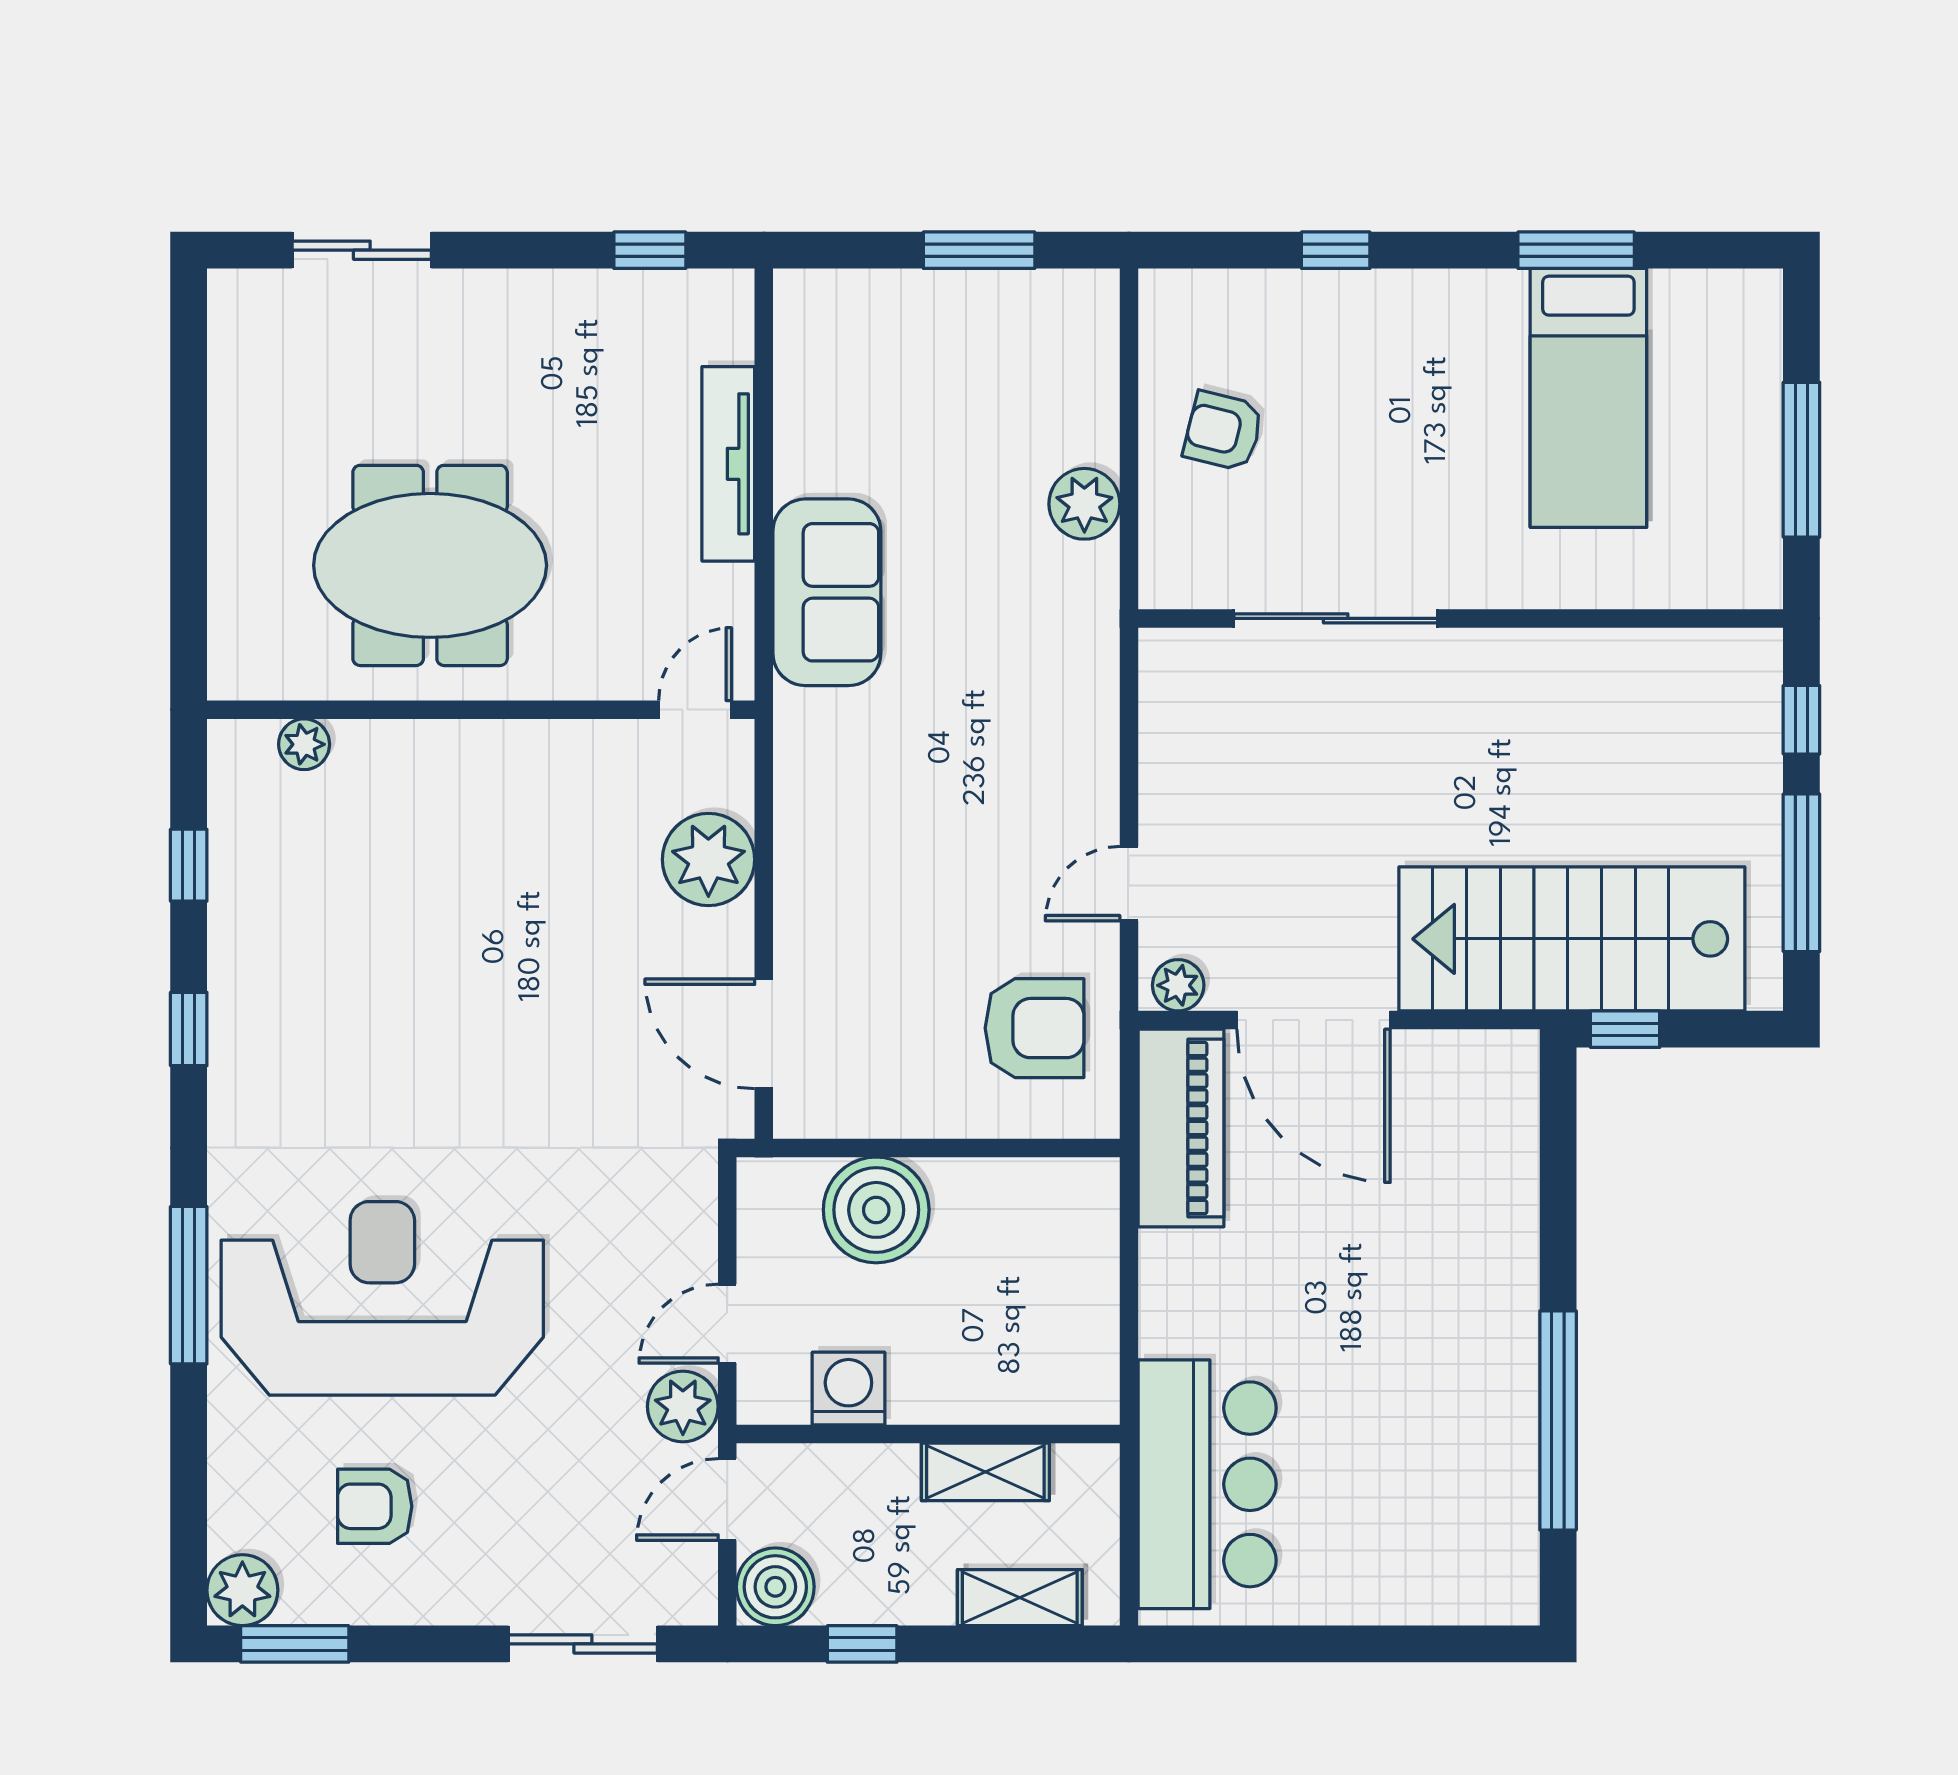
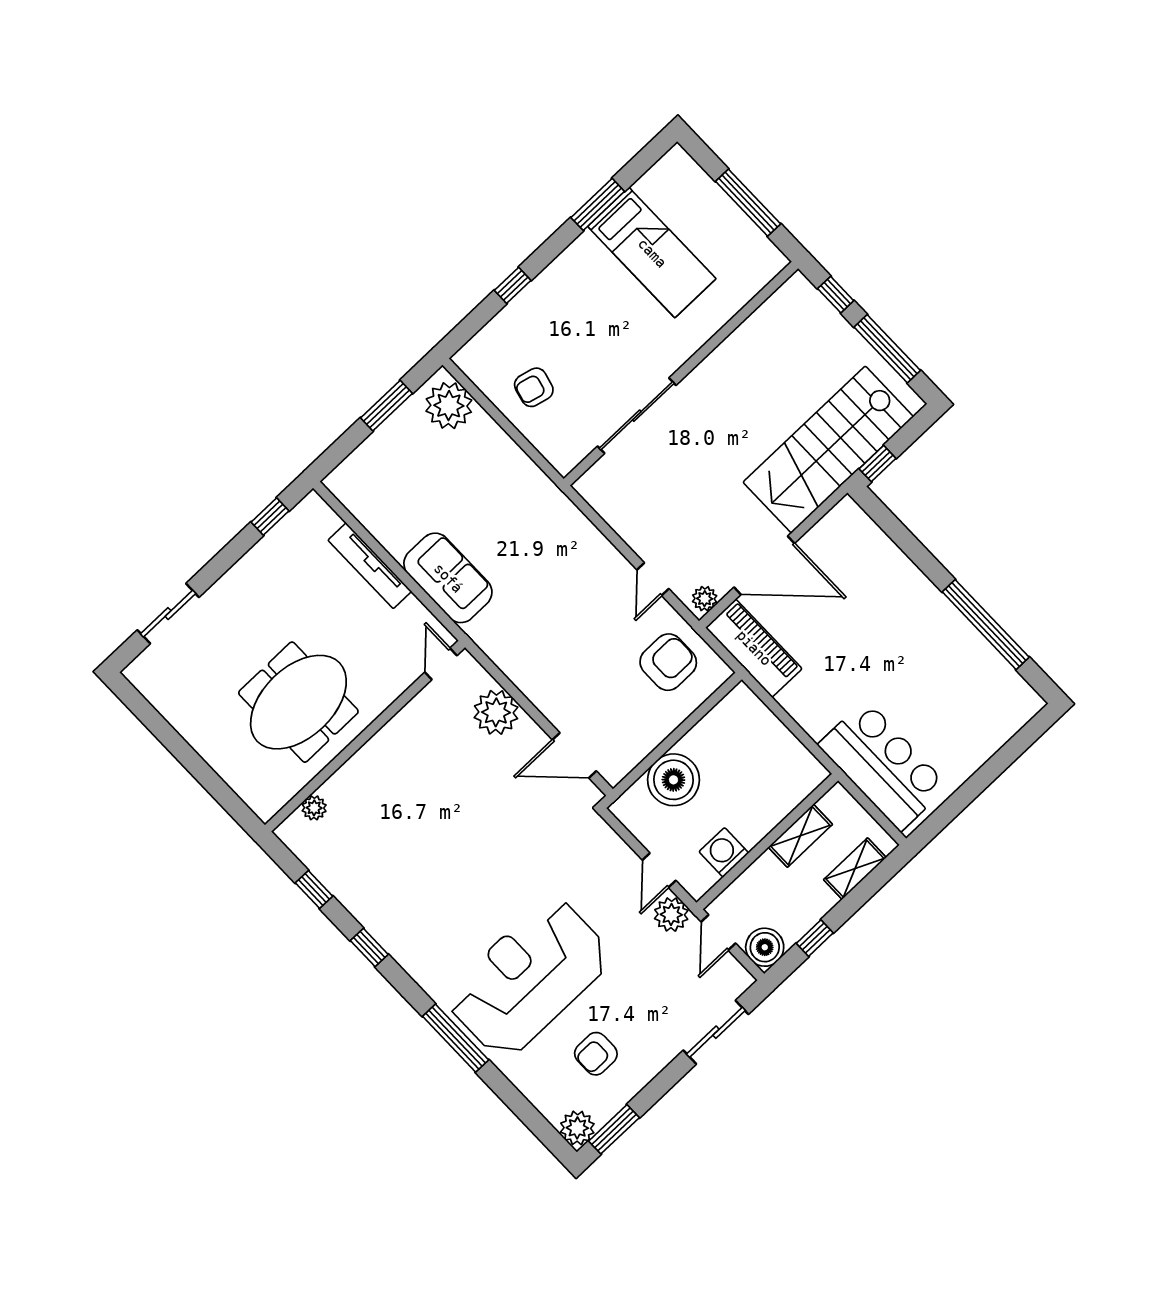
plant: (1084, 504) -> (449, 406), moved, width x1.36, depth x1.36

